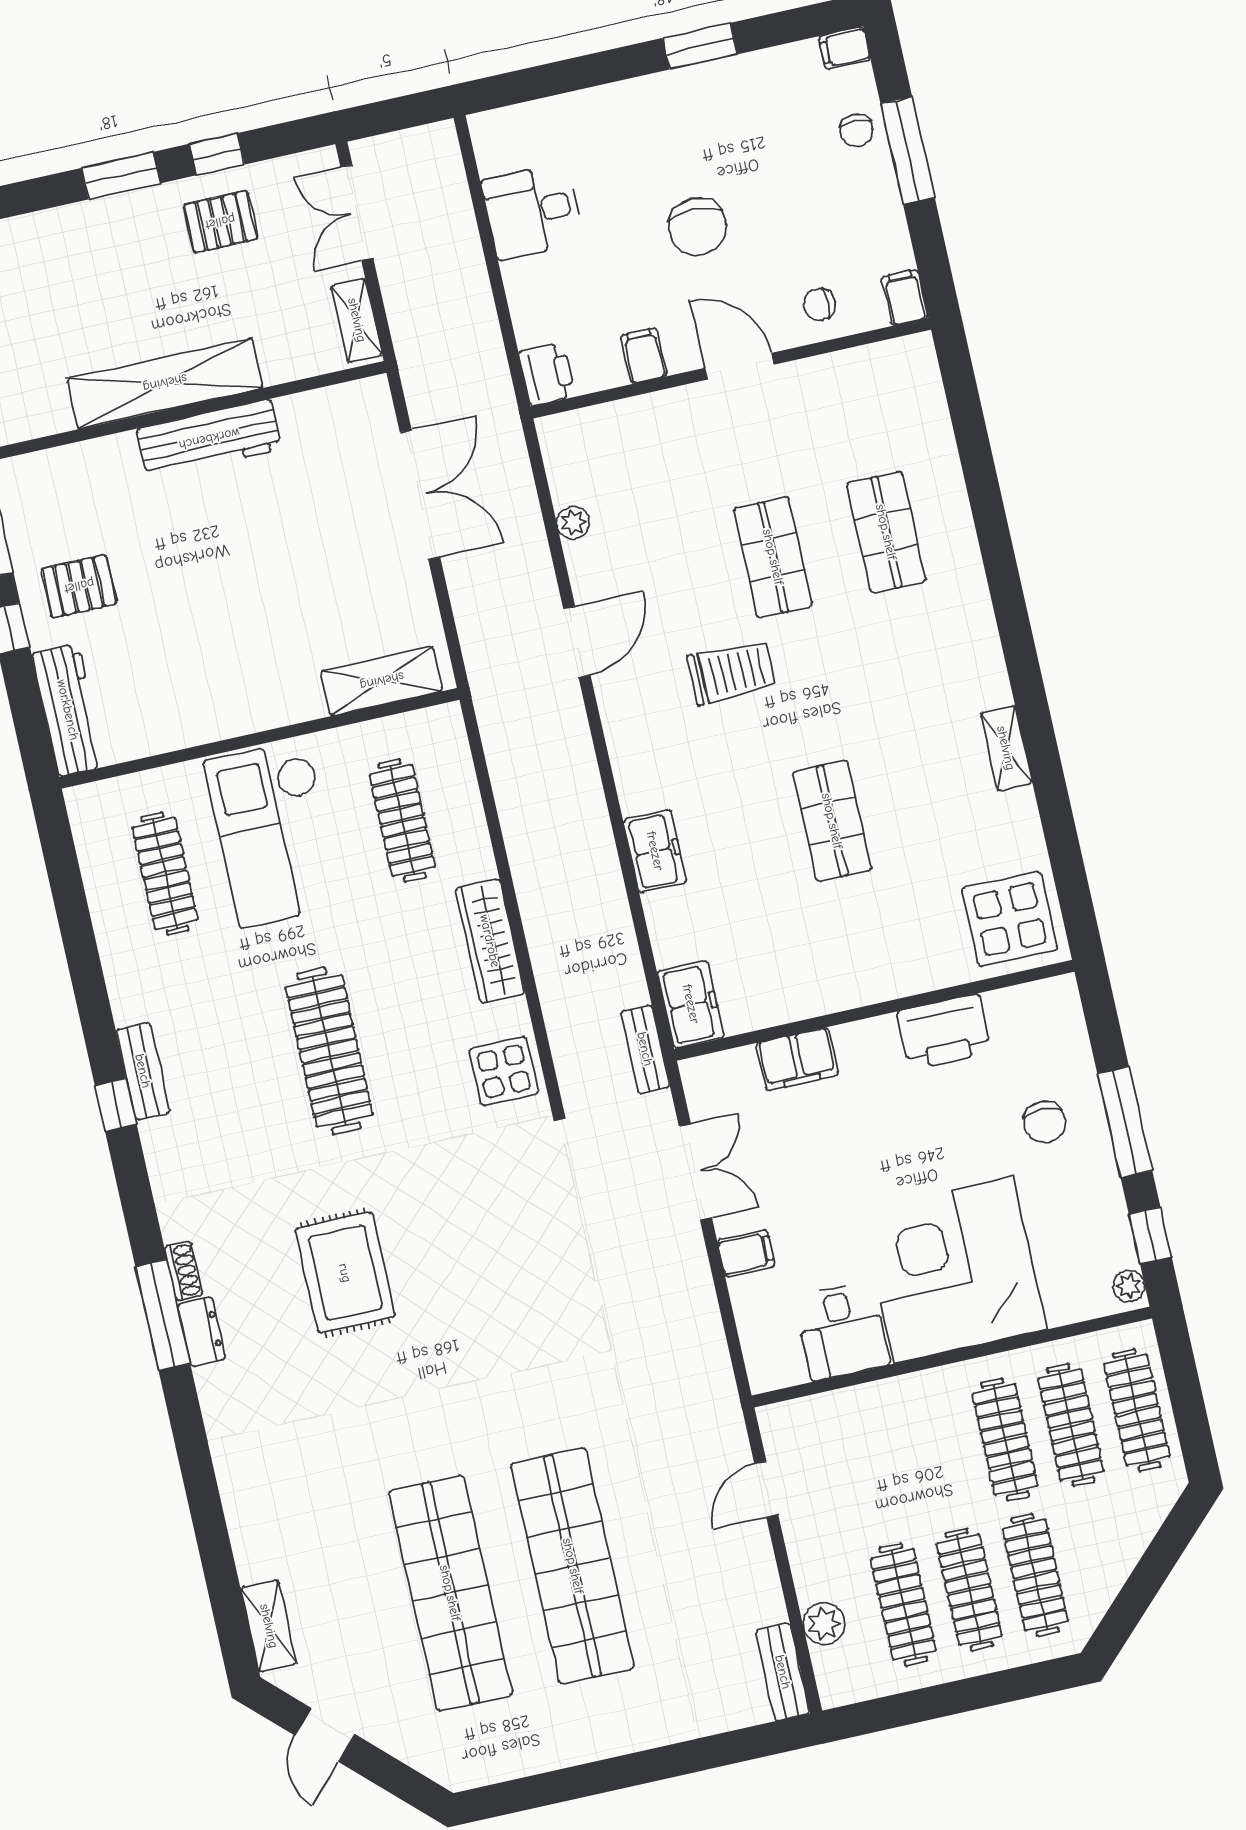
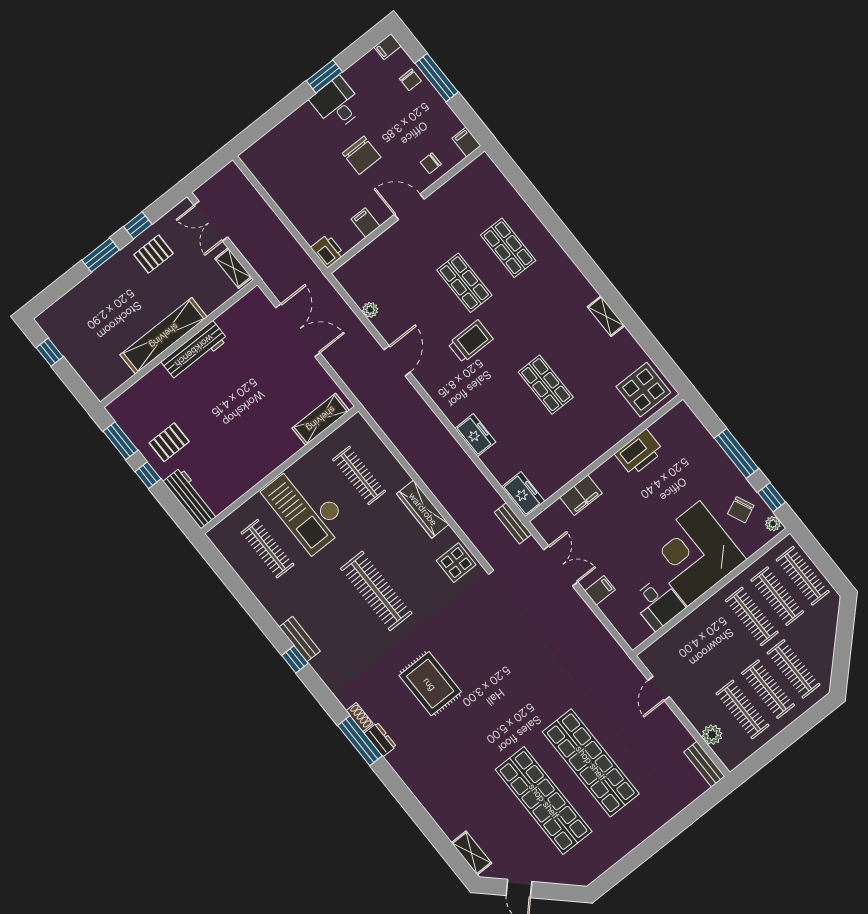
desk: (532, 211) -> (337, 104), moved, turned 90
chair: (1044, 1122) -> (741, 510), moved, turned 66

